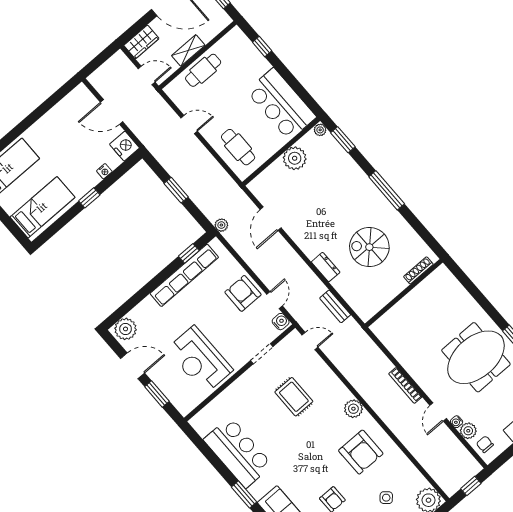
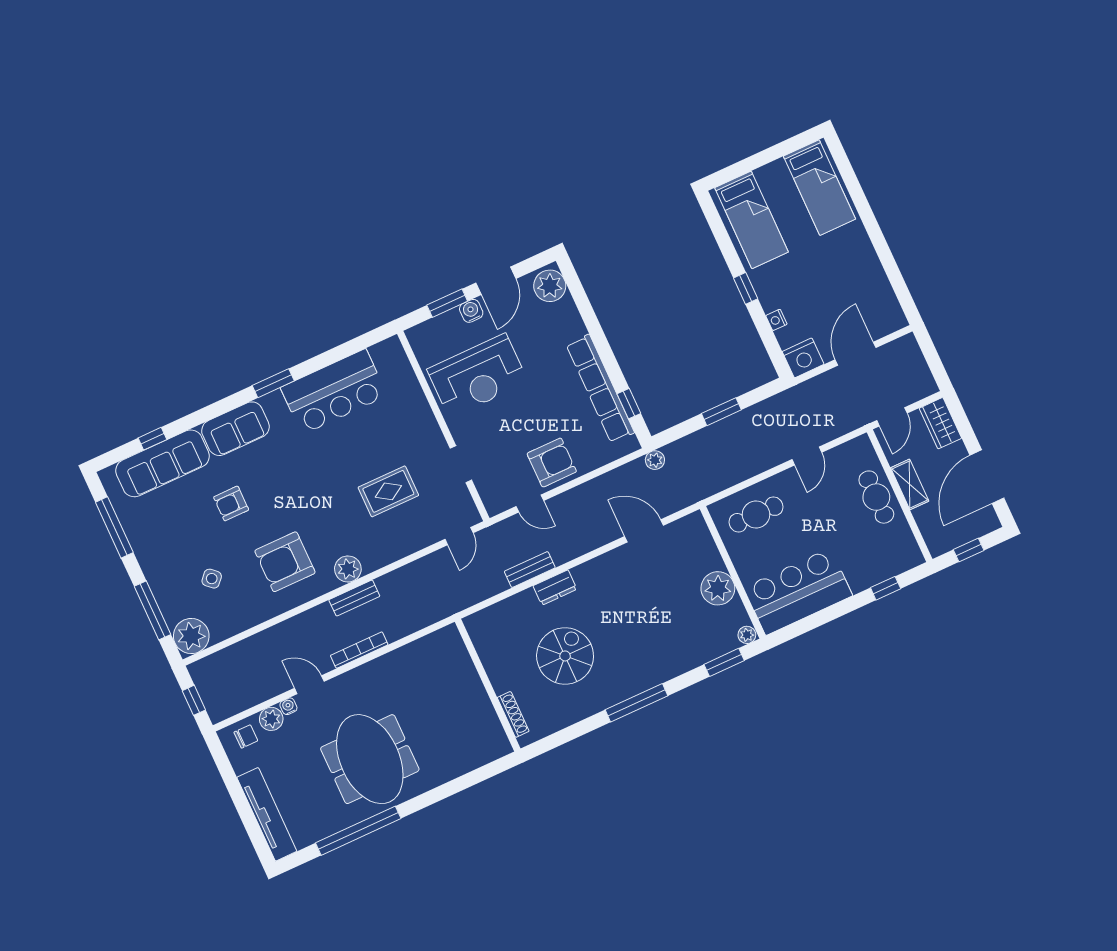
bench: (335, 306) -> (530, 570), moved
water cooler: (281, 322) -> (471, 311), moved, turned 180
reception desk: (199, 360) -> (478, 376), turned 180
bench: (372, 399) -> (354, 598), added

